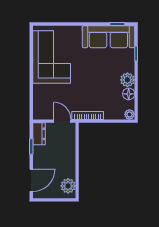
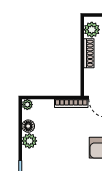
shoe rack: (71, 163) -> (89, 53), added

